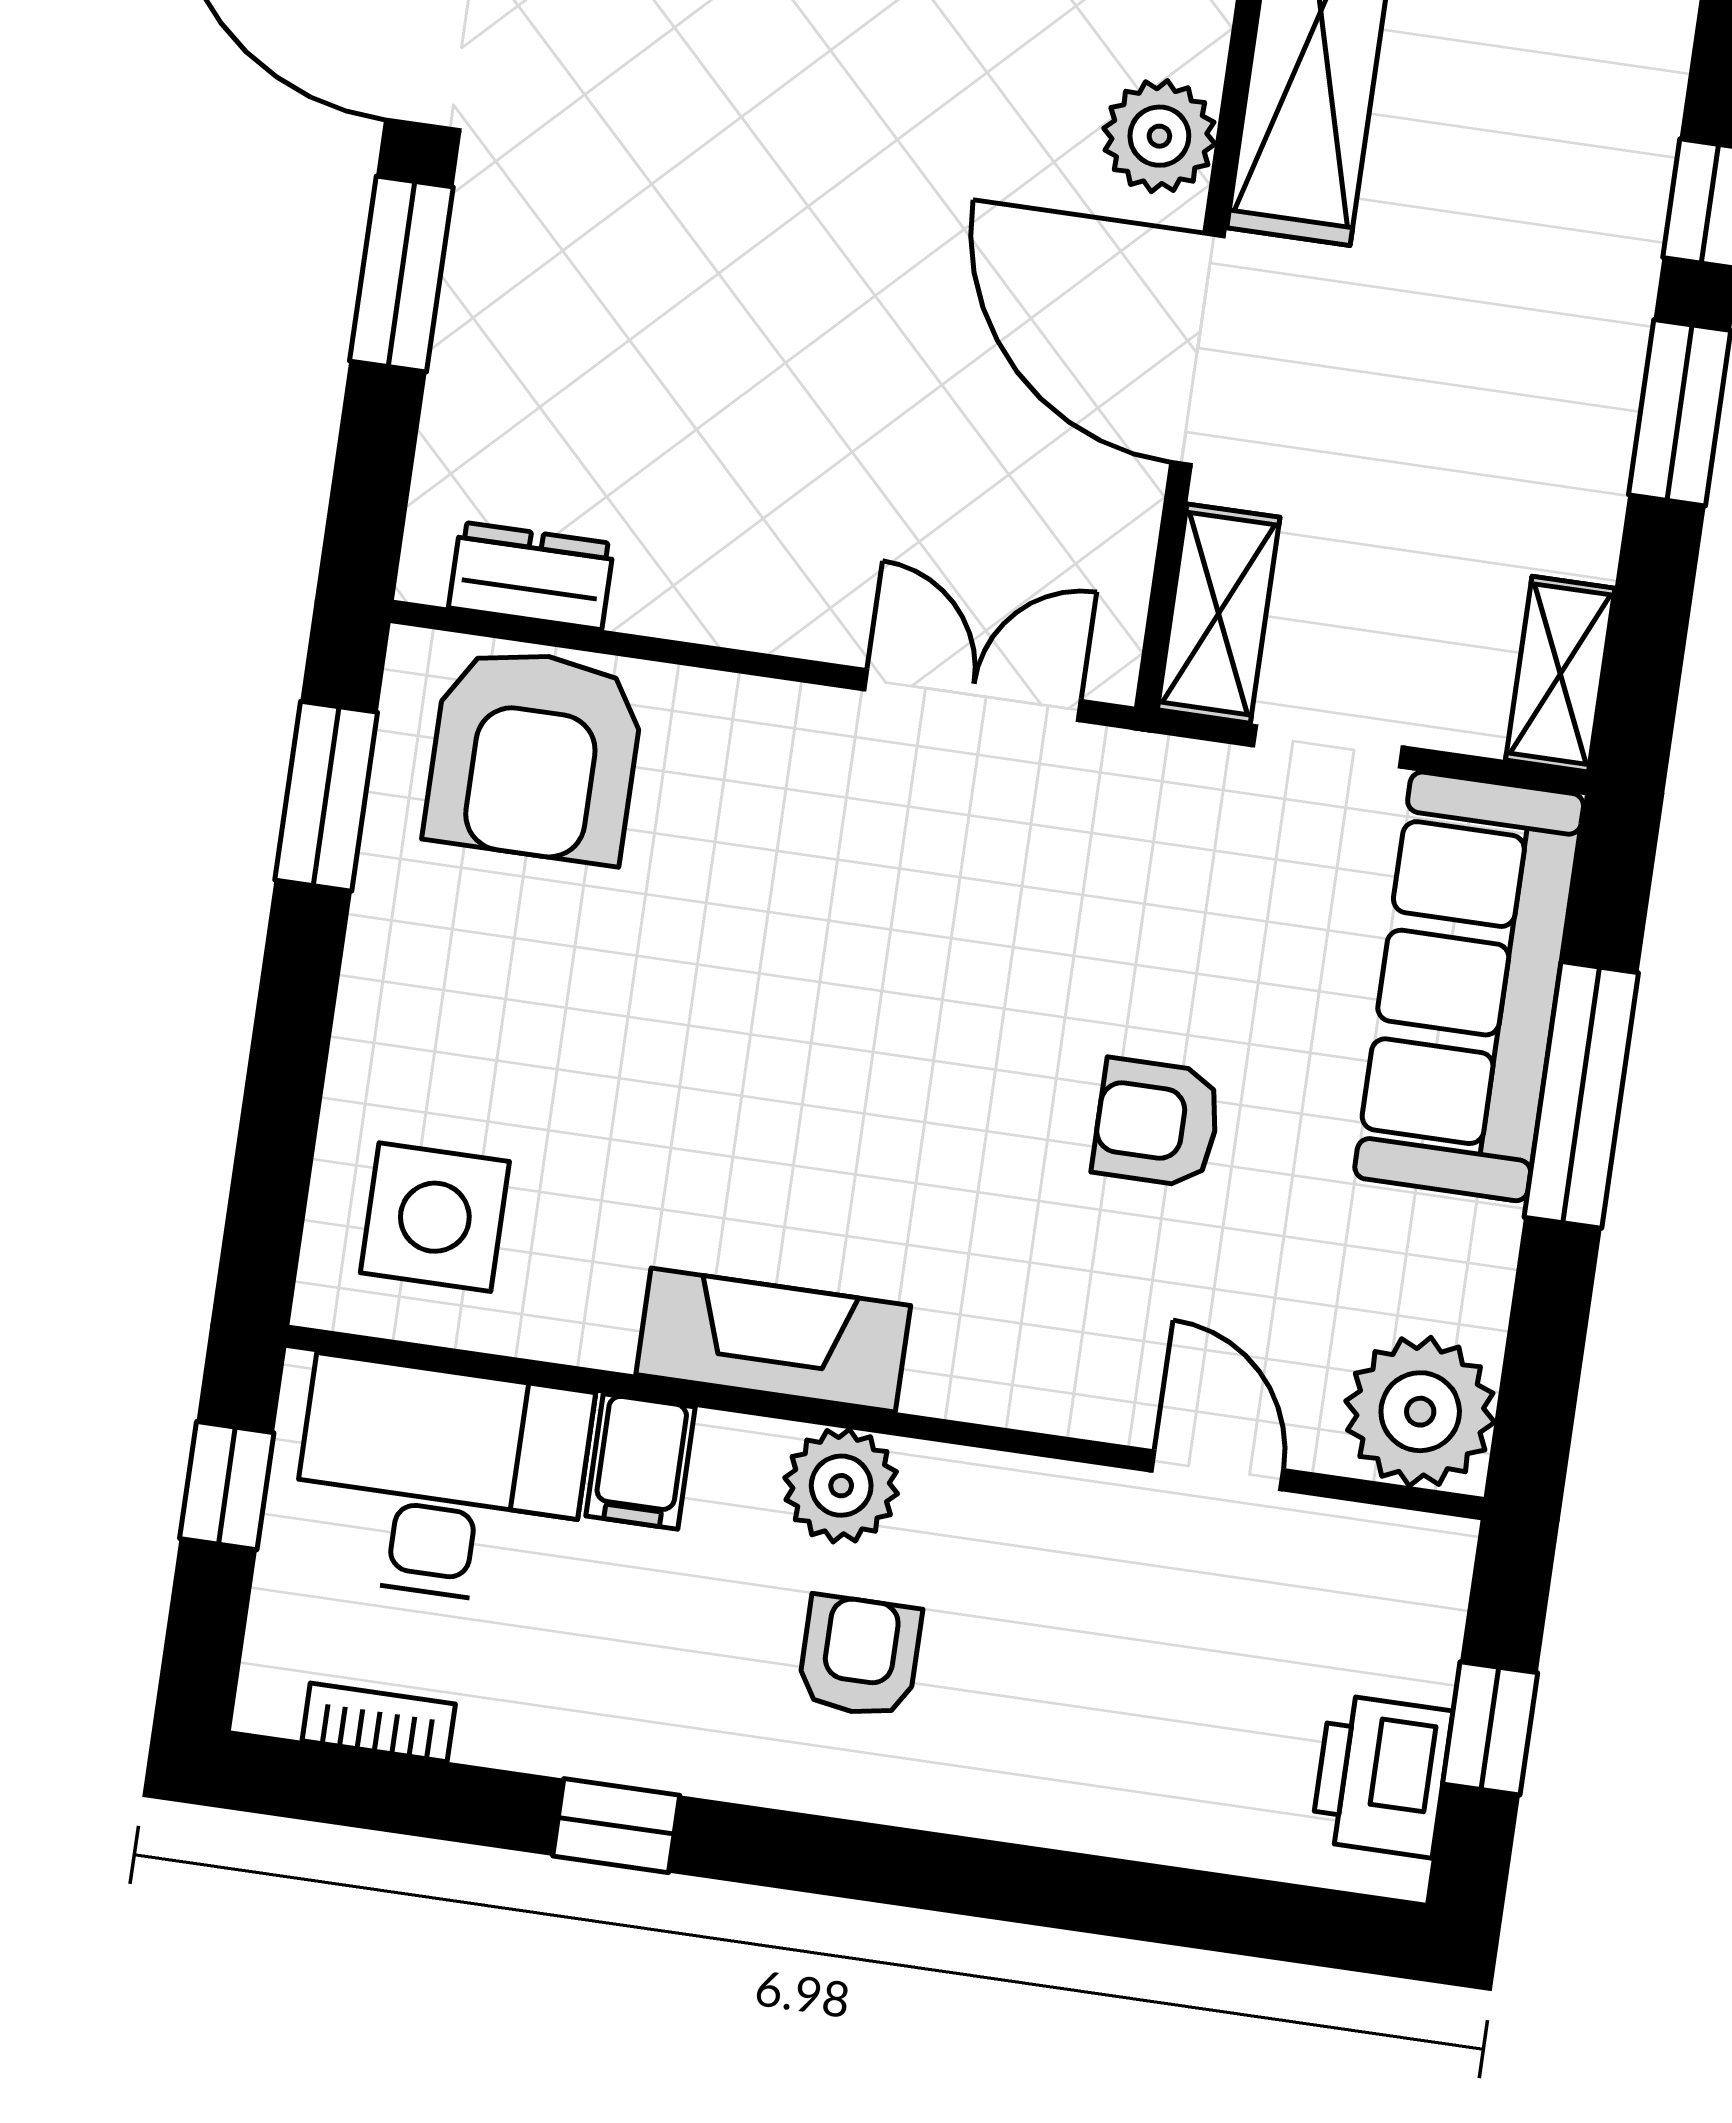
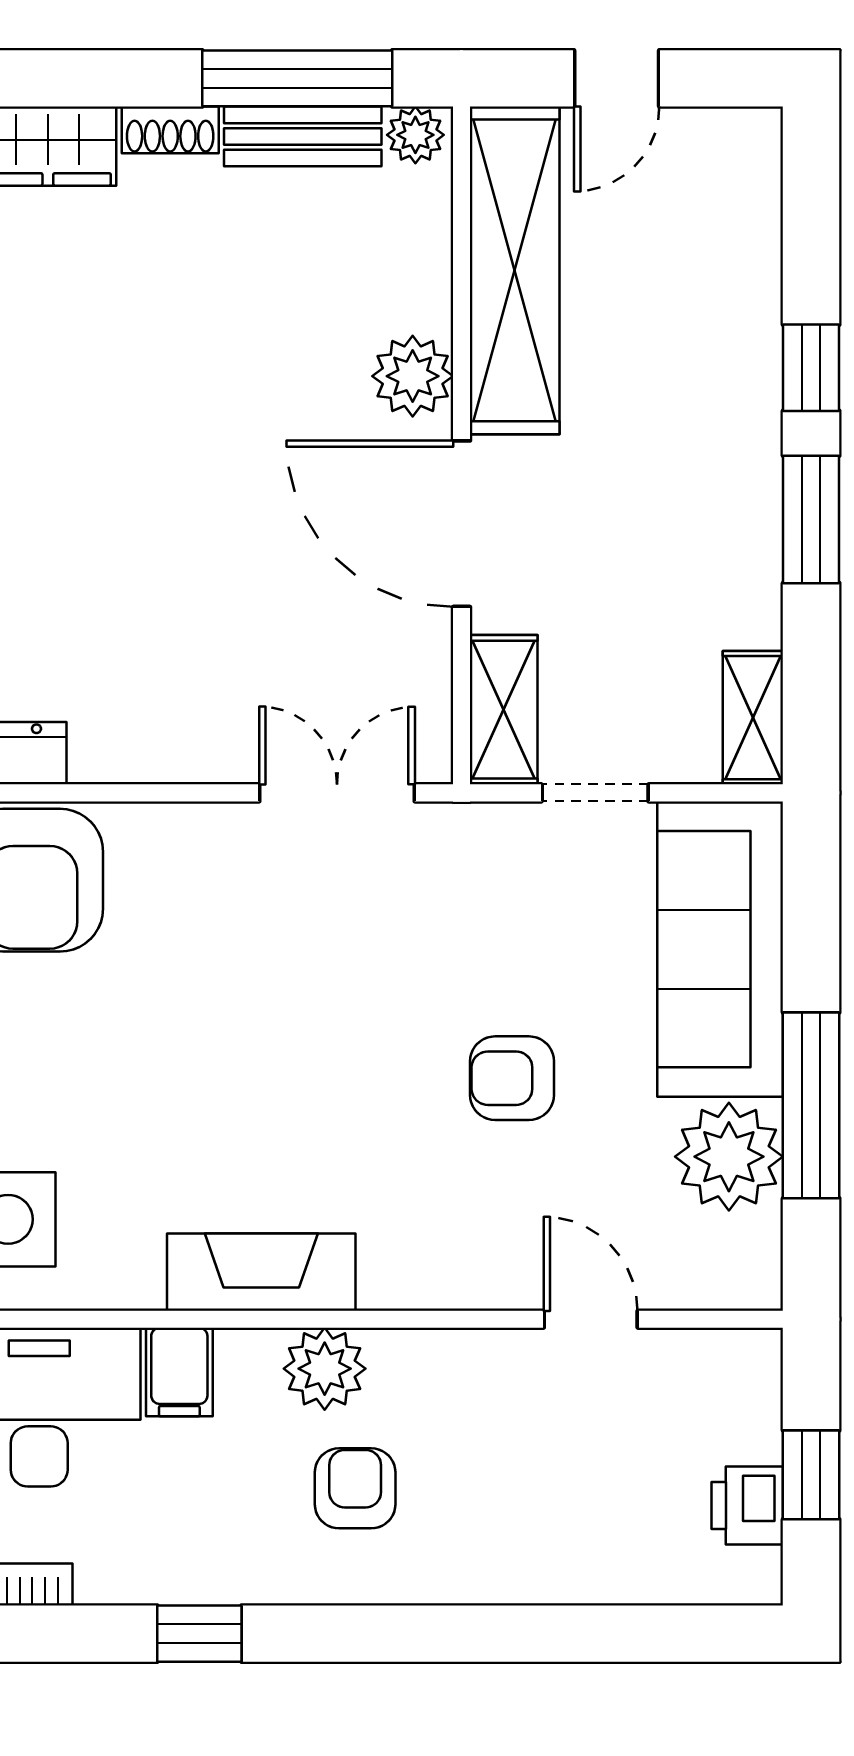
window: (1581, 1095) -> (811, 1105), moved
plant: (1420, 1412) -> (729, 1157), moved
printer: (1382, 1776) -> (747, 1505), width x0.73, depth x0.81

